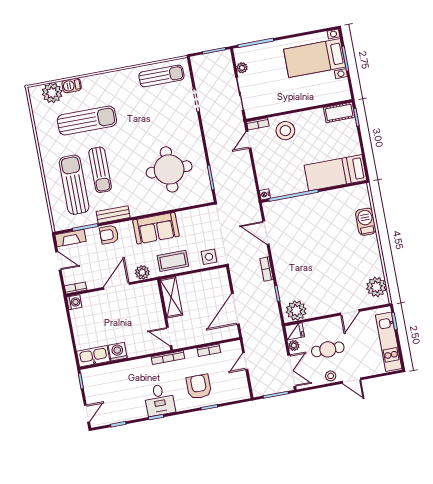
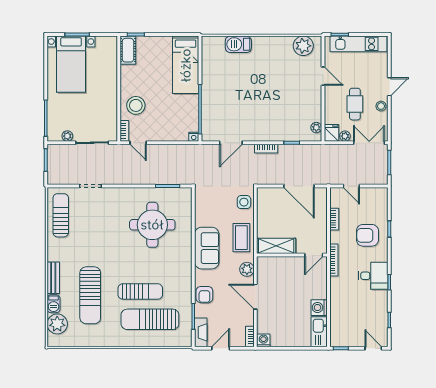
sun lounger: (87, 121) -> (90, 295), turned 180
bench: (113, 215) -> (53, 278), moved
plant: (296, 311) -> (316, 128), width x0.53, depth x0.53

